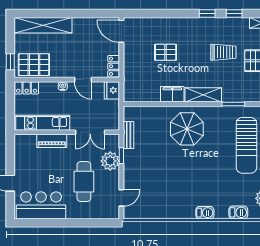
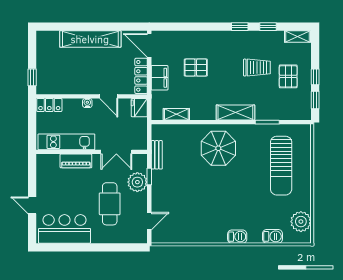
shelving: (43, 25) -> (90, 39), moved
pallet: (34, 65) -> (57, 80), removed
locker: (114, 66) -> (141, 76), width x1.53
filing cabinet: (172, 94) -> (160, 78), moved, turned 90
shelving: (147, 97) -> (176, 114), added

